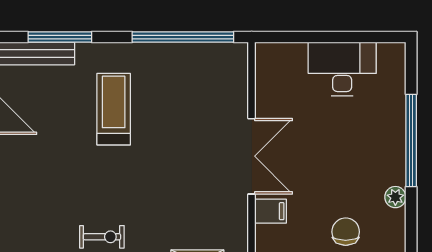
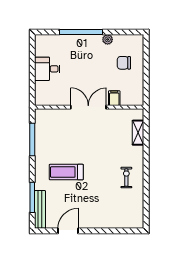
window: (183, 37) -> (32, 139), width x0.68
desk: (342, 69) -> (47, 69), width x0.73

